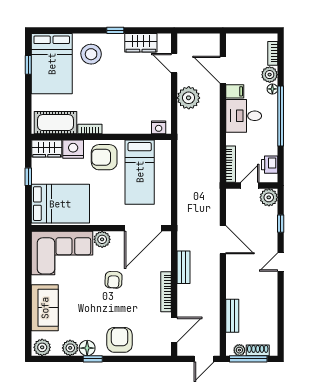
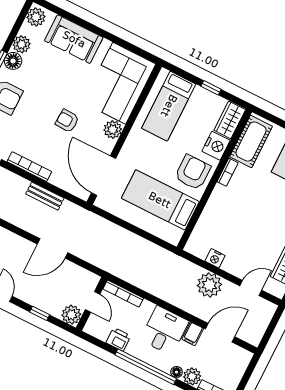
nightstand: (159, 127) -> (215, 258), moved, turned -90
printer: (270, 165) -> (118, 339), moved
bed: (60, 204) -> (169, 106), width x0.67

